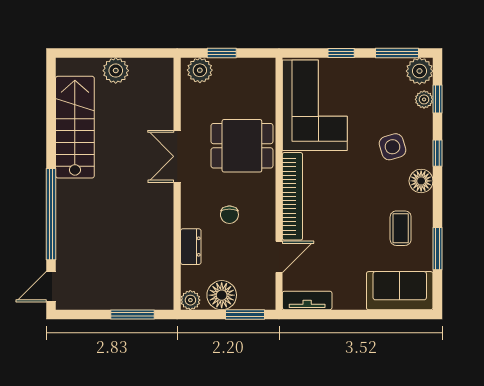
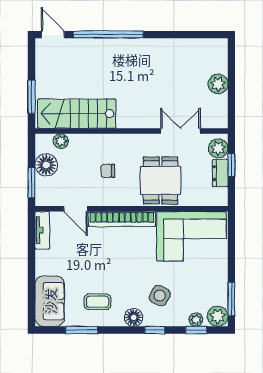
window: (341, 53) -> (231, 256), removed
stairs: (75, 127) -> (77, 114), moved, turned 180
side table: (392, 147) -> (160, 296), turned 45
double door: (177, 156) -> (180, 131), moved
dresser: (191, 247) -> (220, 173), moved, turned 90
plant: (190, 300) -> (61, 141), moved

